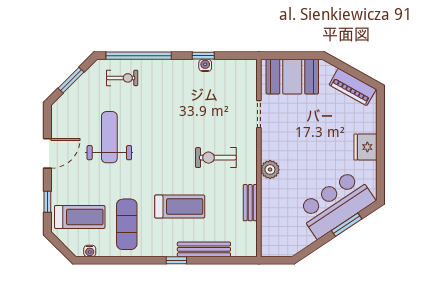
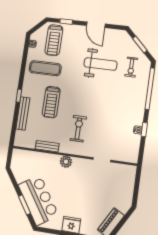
booth: (292, 77) -> (123, 185), removed
exercise bike: (122, 78) -> (131, 67), moved

